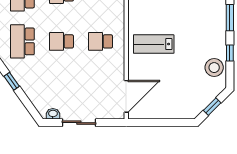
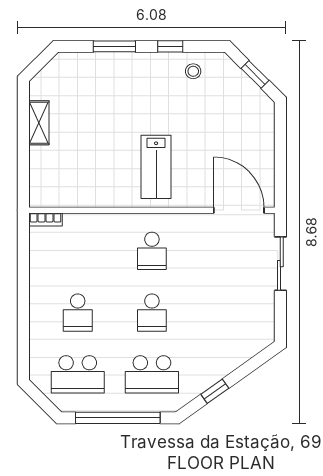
stool: (214, 68) -> (193, 71), width x0.53, depth x0.53
washbasin: (53, 114) -> (266, 326), removed
sliding door: (79, 123) -> (280, 264), moved

